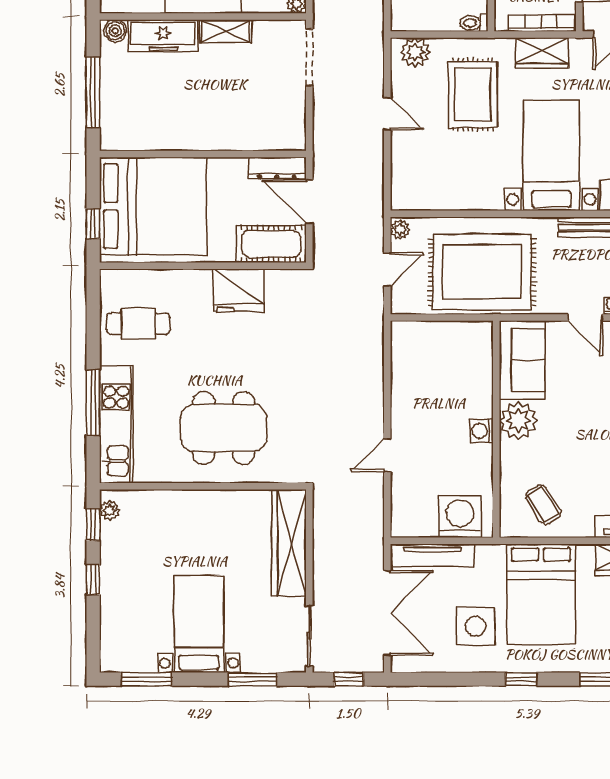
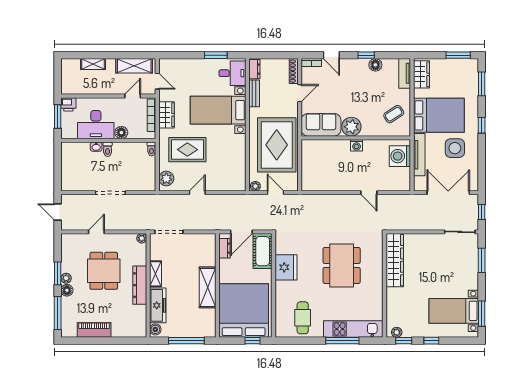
shelving: (199, 135) -> (208, 287), added
dresser: (277, 168) -> (225, 248), width x0.70
dining table: (224, 428) -> (342, 265), moved
wardrobe: (289, 543) -> (395, 260), moved, turned -90
tv unit: (432, 555) -> (419, 155), moved
bed with nightstands: (199, 624) -> (454, 311), moved

